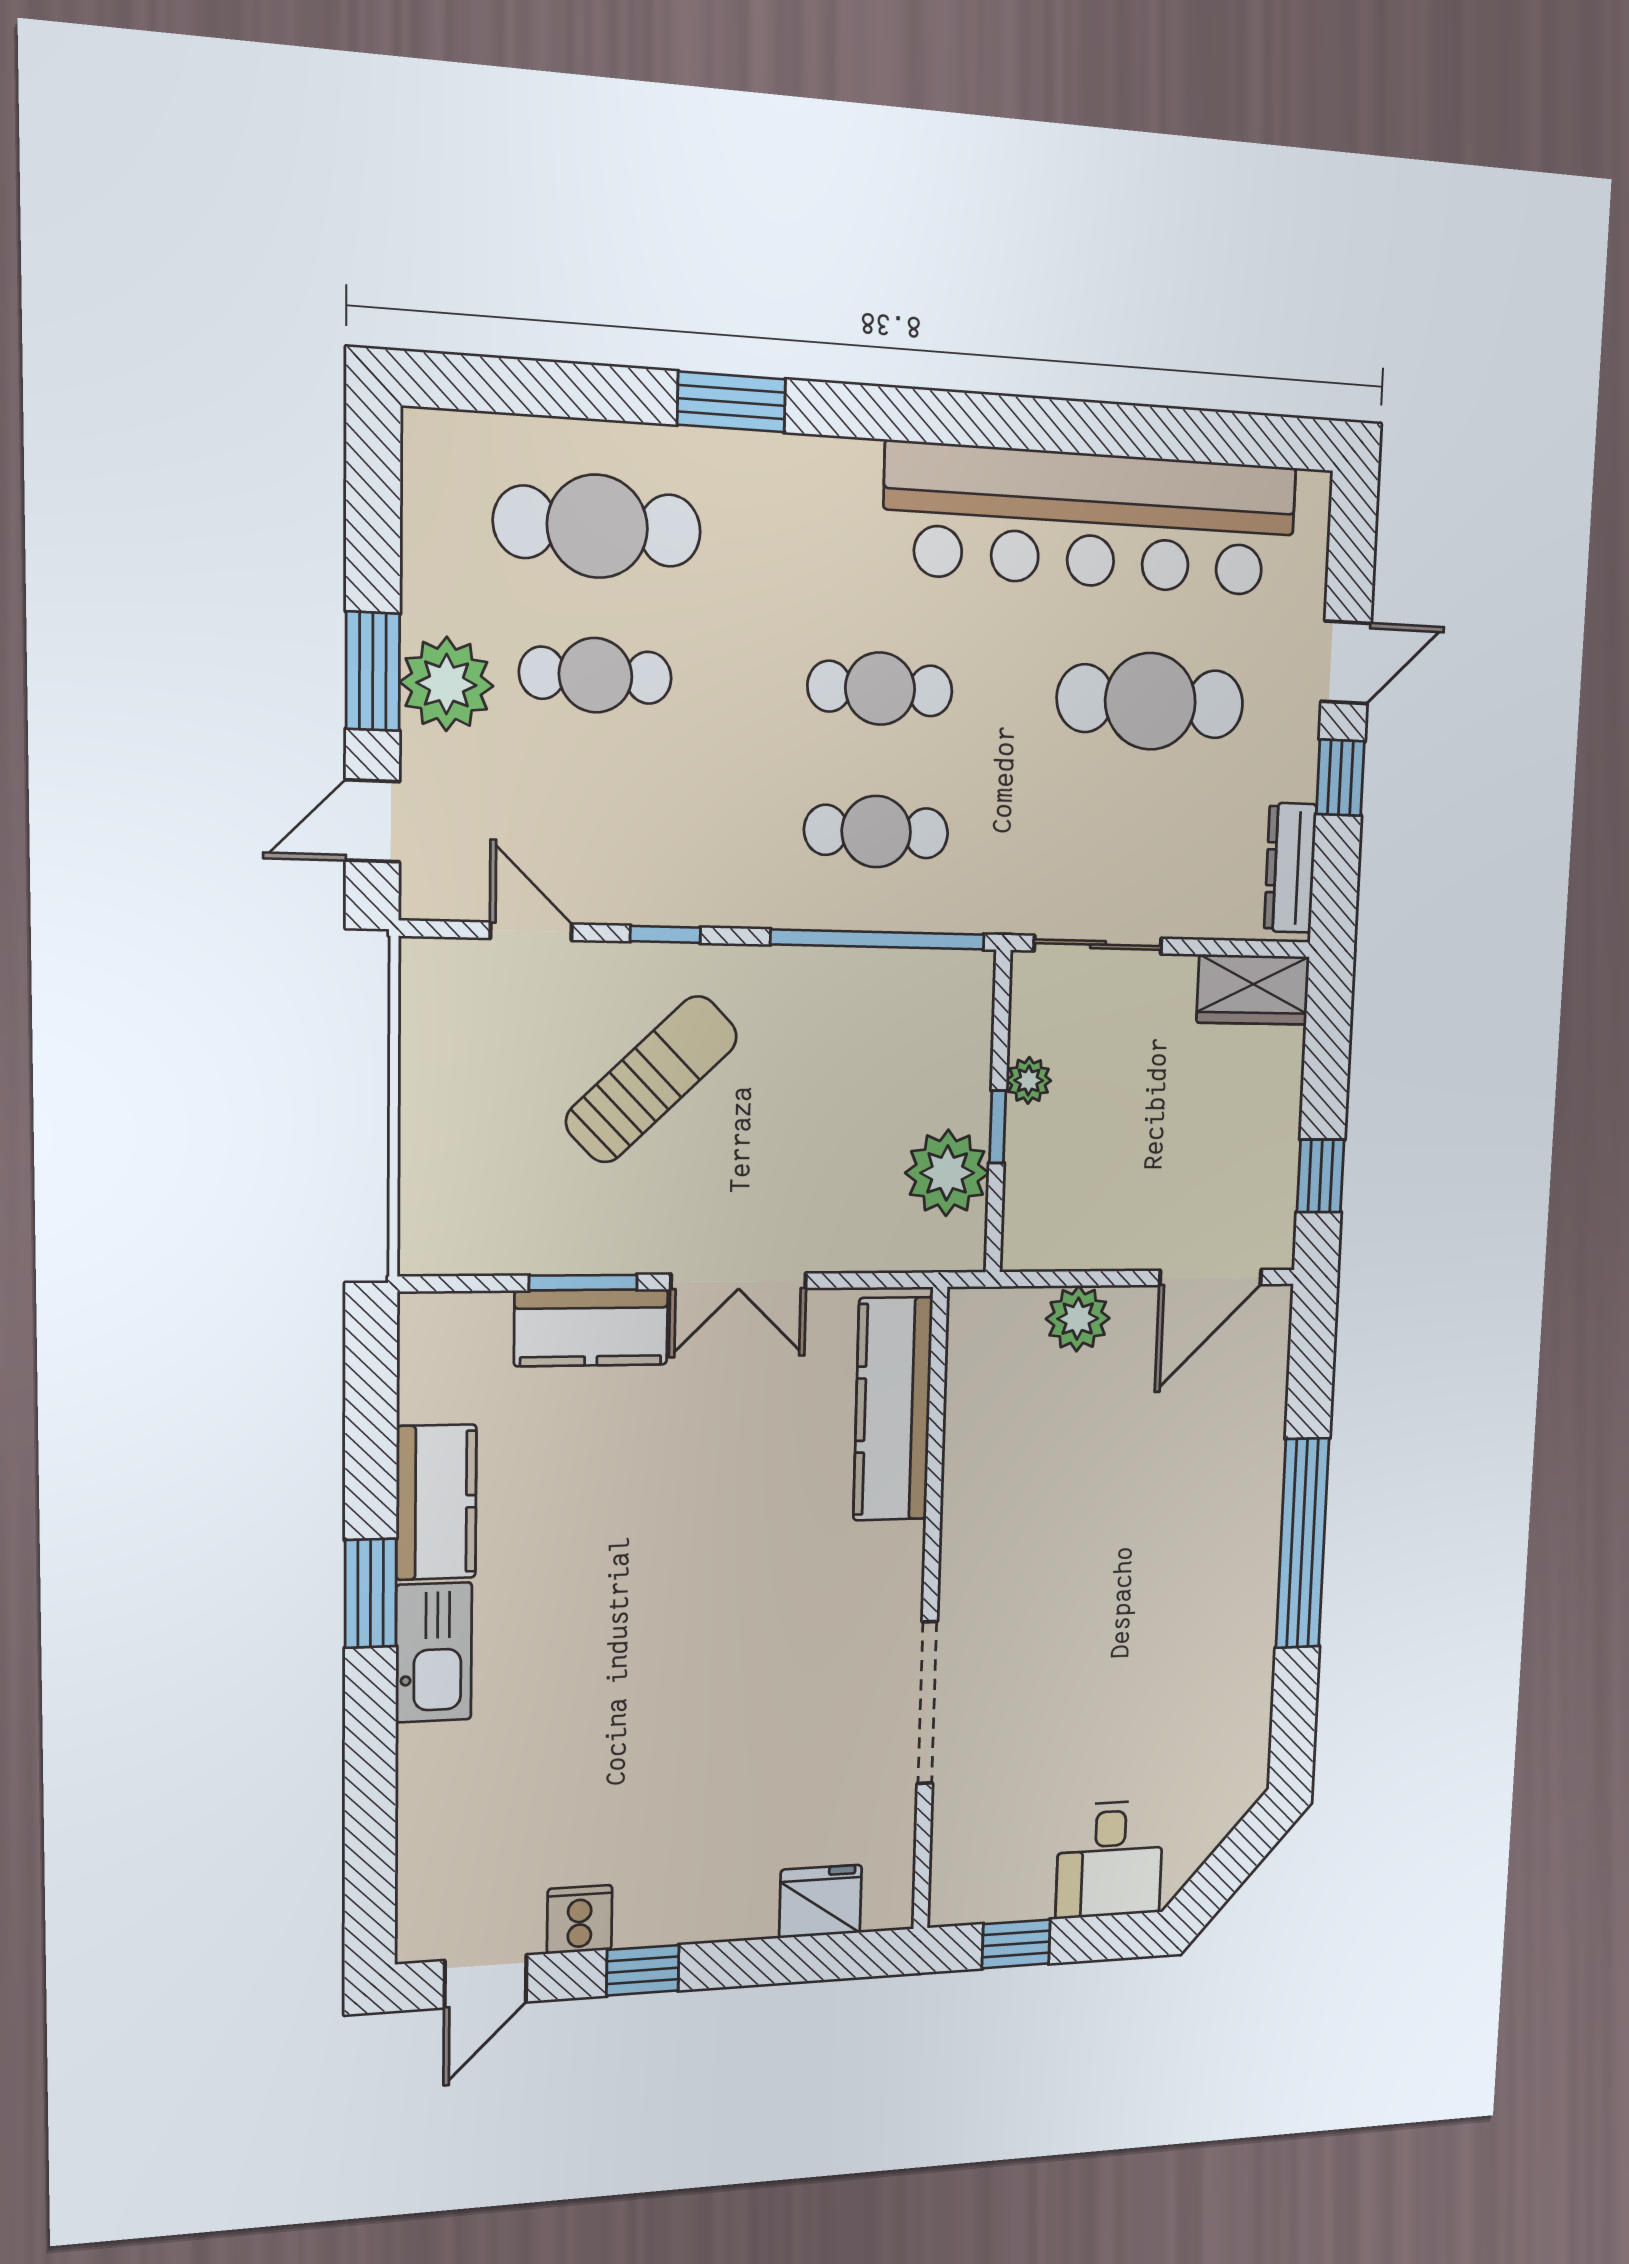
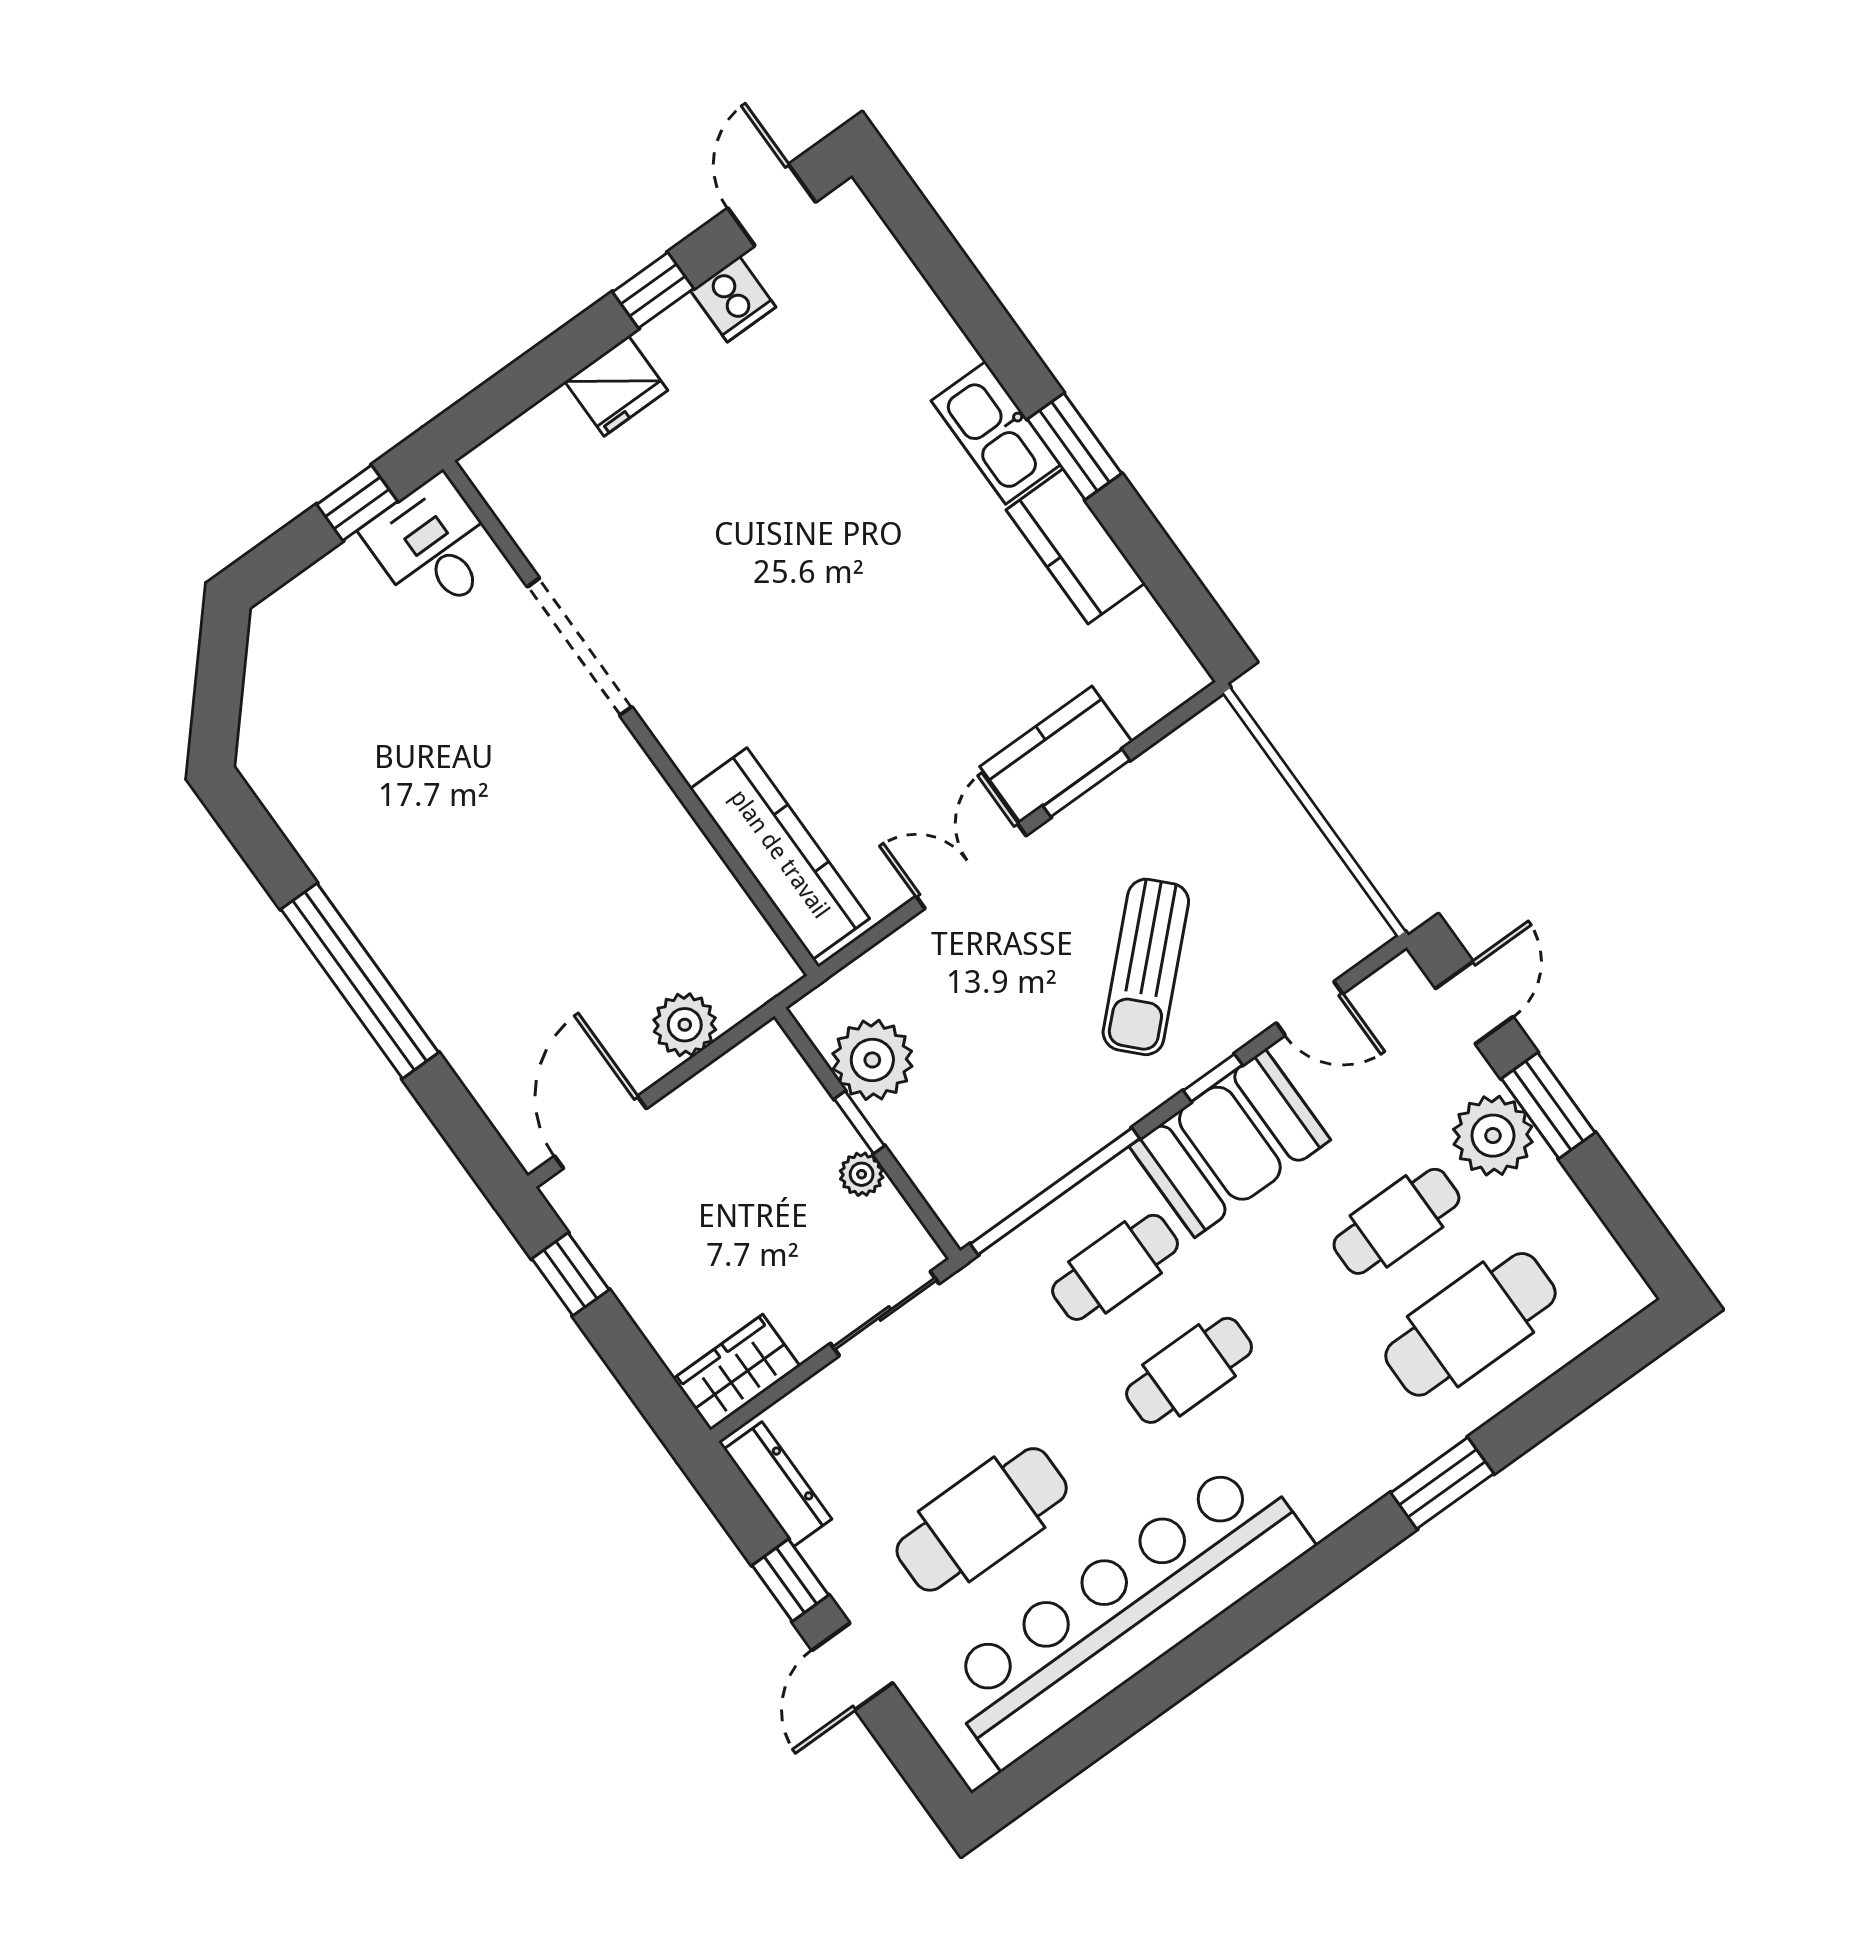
booth: (694, 864) -> (1230, 1143), added
desk: (1110, 1859) -> (434, 546), moved
fridge: (820, 1901) -> (616, 386), moved

